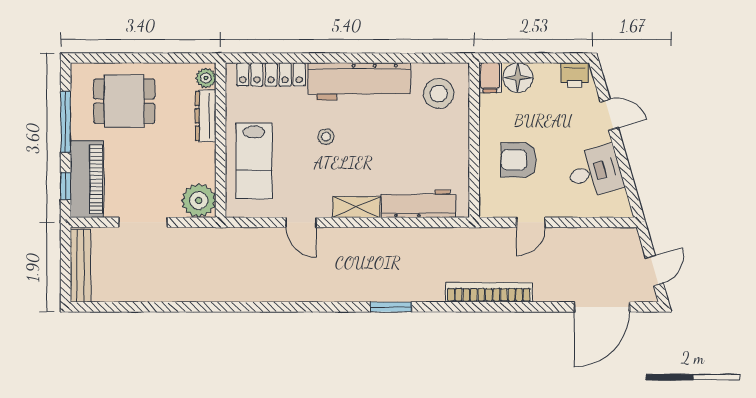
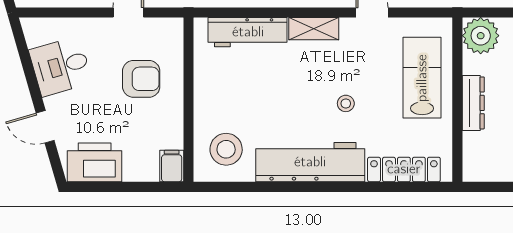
printer: (575, 75) -> (95, 162), width x1.87, depth x1.48
plant: (206, 78) -> (473, 166), removed
floor lamp: (518, 78) -> (142, 166), removed
dresser: (206, 116) -> (473, 103), moved

